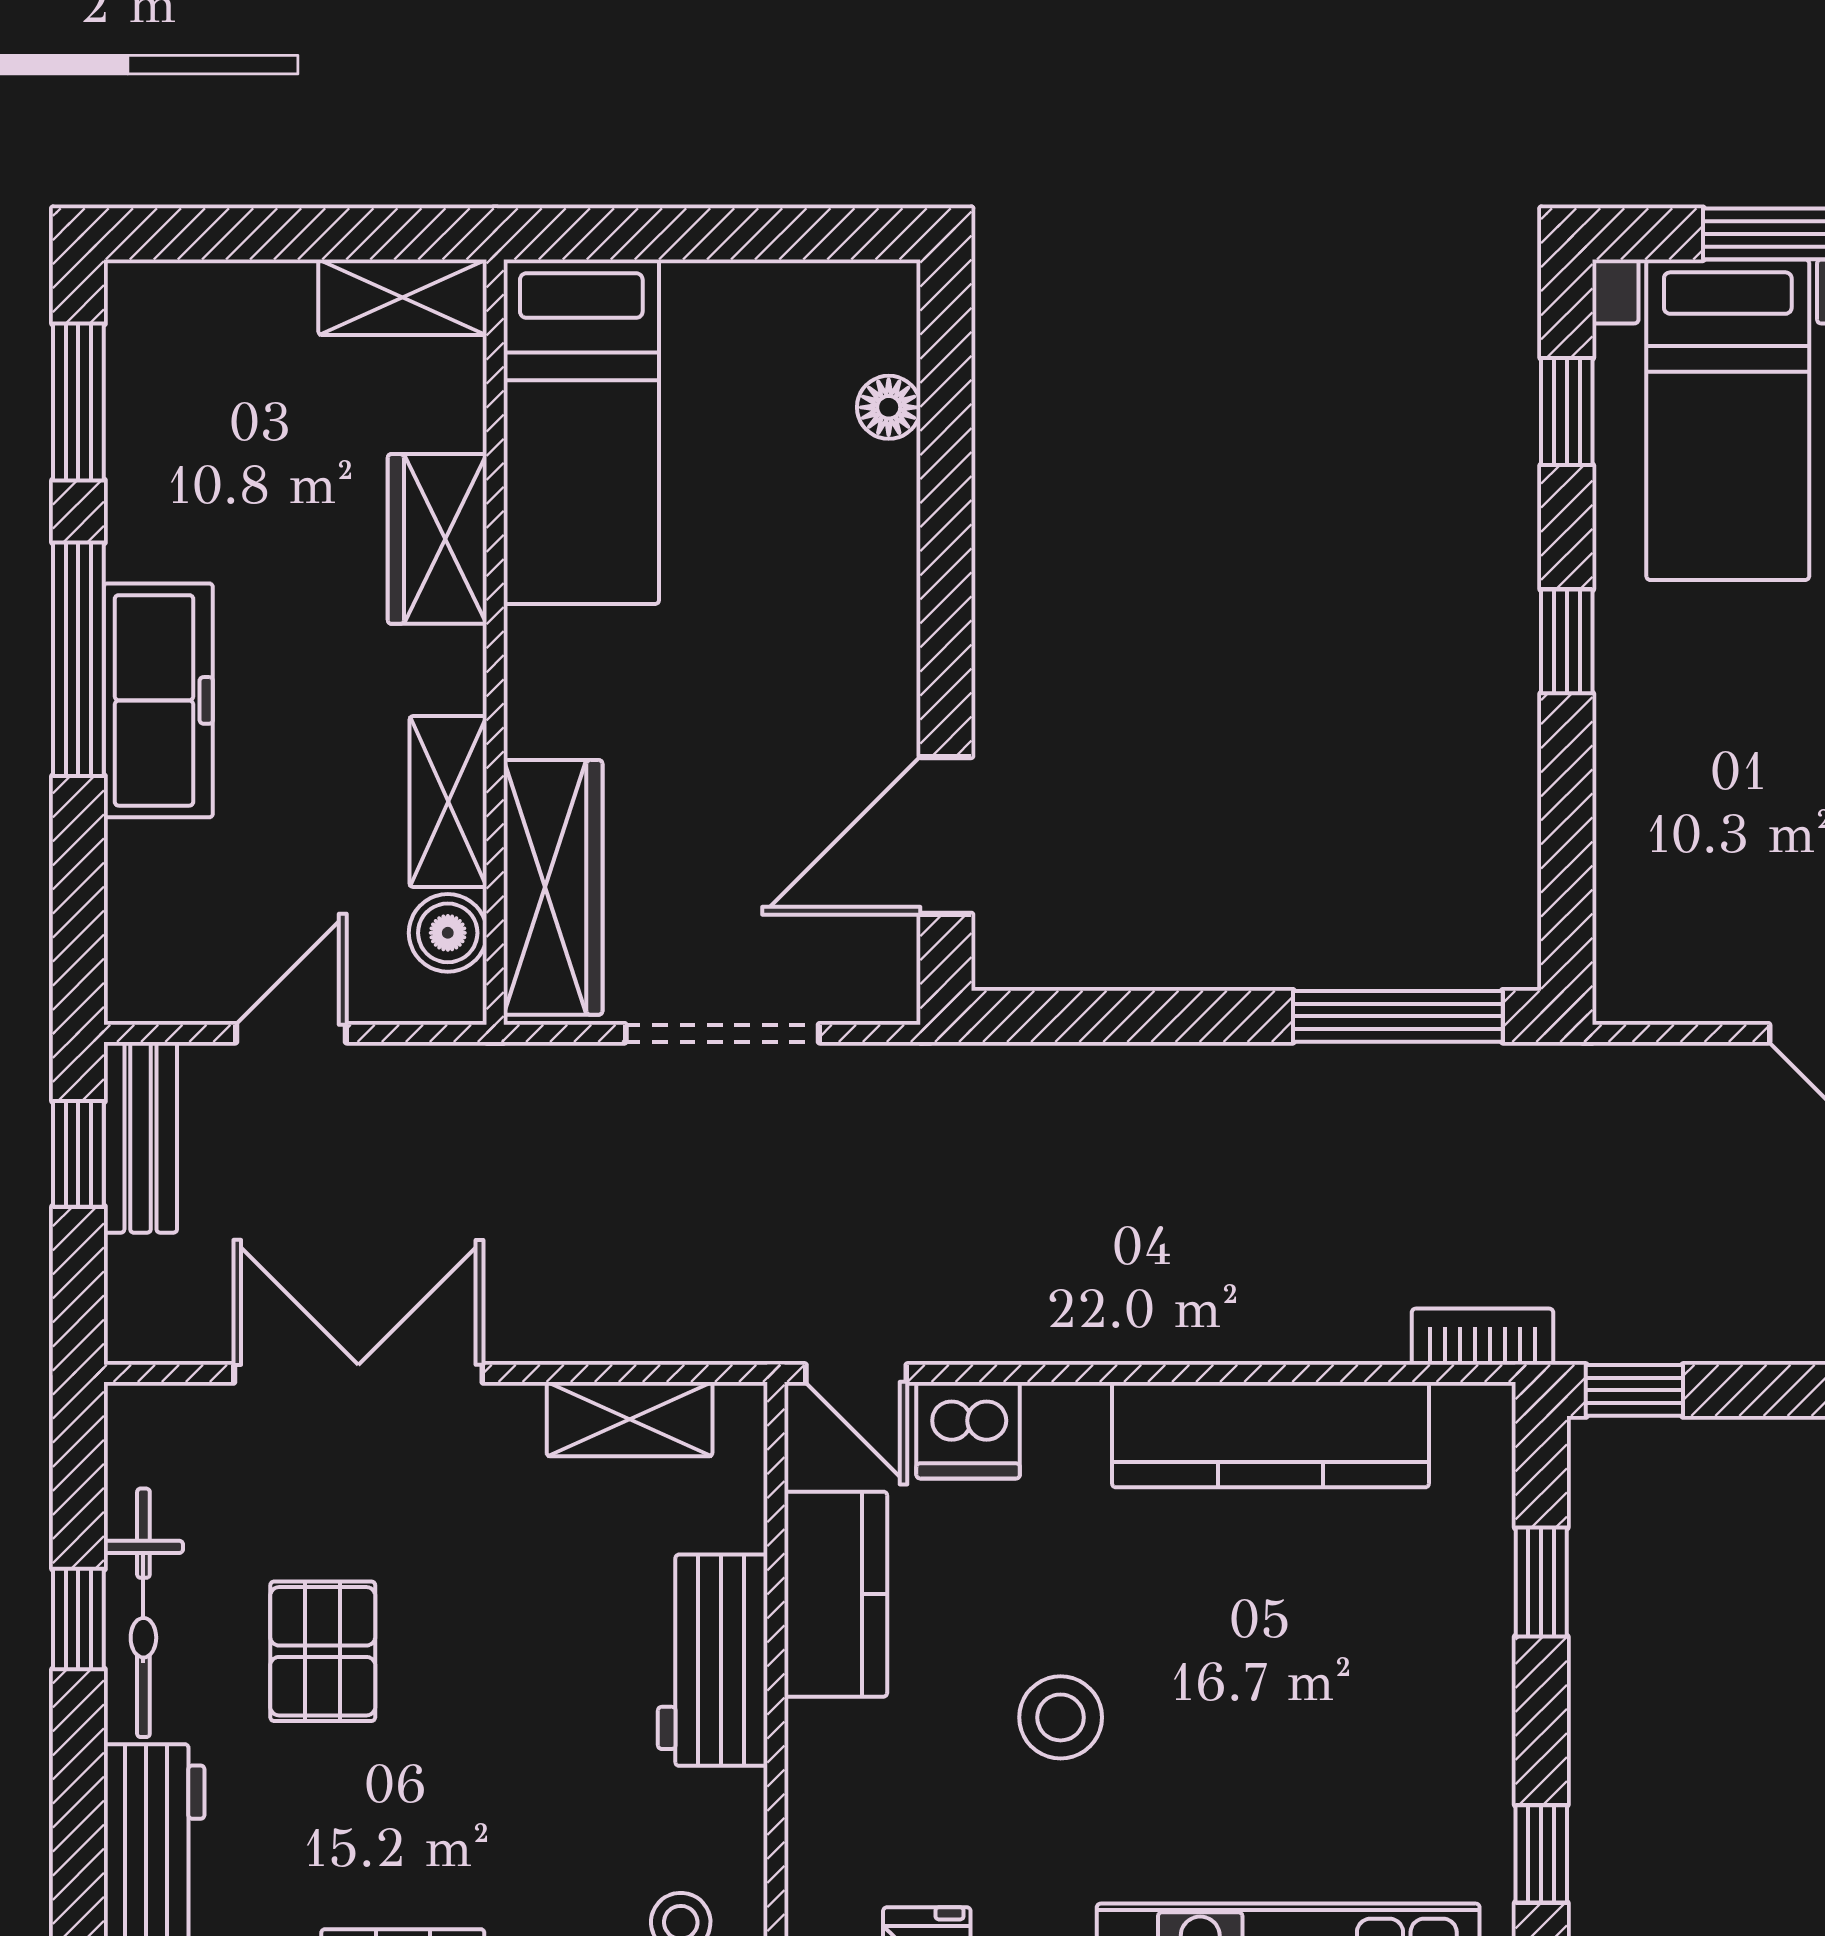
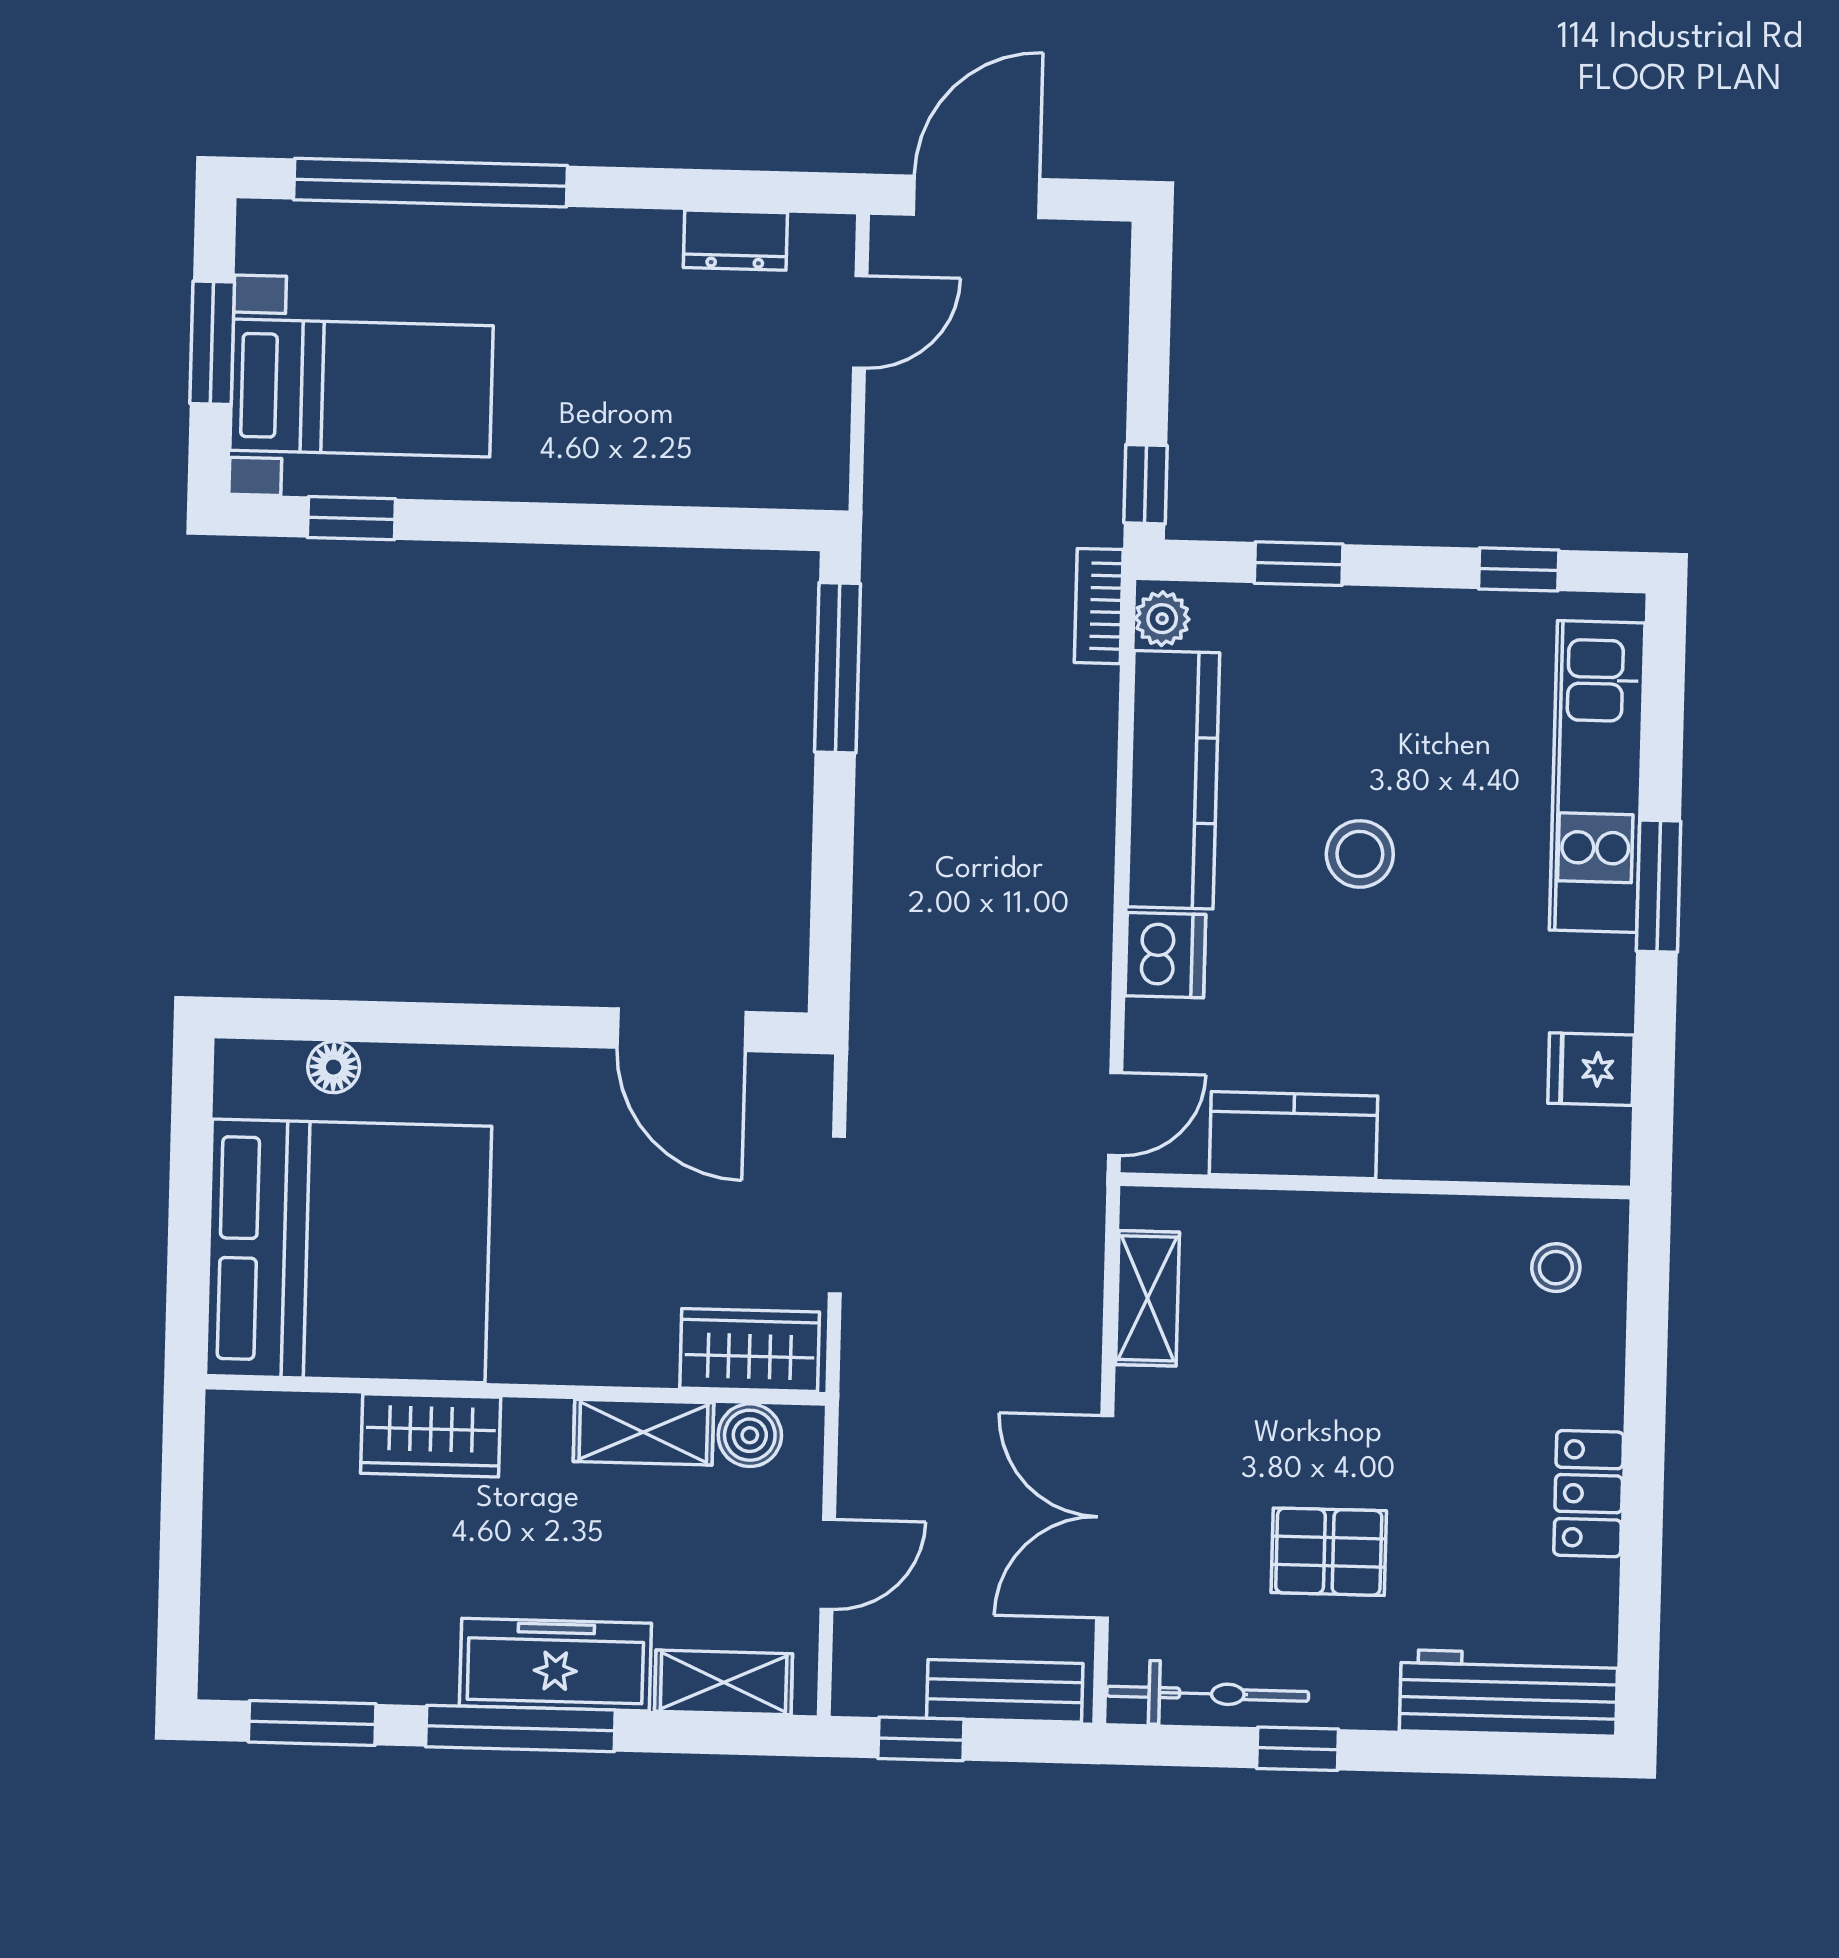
shelving: (403, 297) -> (724, 1682), moved, turned 90
bed: (581, 432) -> (349, 1251), width x2.04
window: (1567, 641) -> (538, 523), removed
wardrobe: (553, 887) -> (750, 1350), width x0.67
door: (291, 1033) -> (828, 1564), swing flipped
bench: (140, 1137) -> (1005, 1691), moved
plant: (1469, 1415) -> (1162, 619), added
dishwasher: (968, 1430) -> (1165, 955), moved
bicycle: (143, 1613) -> (1208, 1694), moved
workbench: (713, 1660) -> (1344, 1236), removed
stool: (1061, 1717) -> (1360, 854), moved

